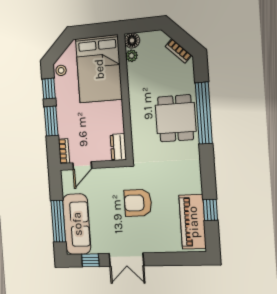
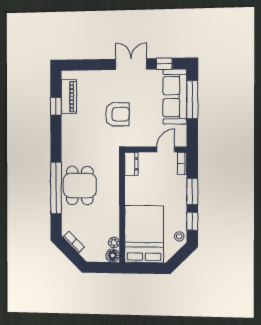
piano: (193, 222) -> (69, 97), width x0.73, depth x0.75

